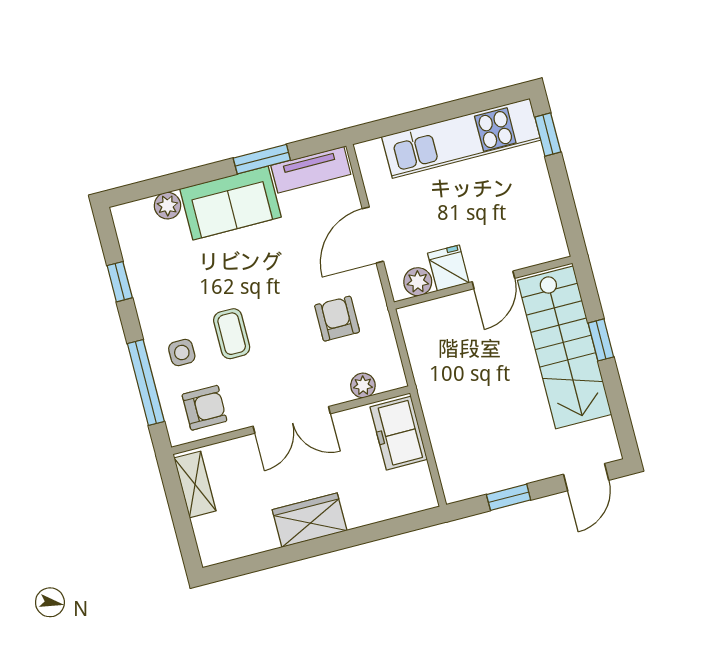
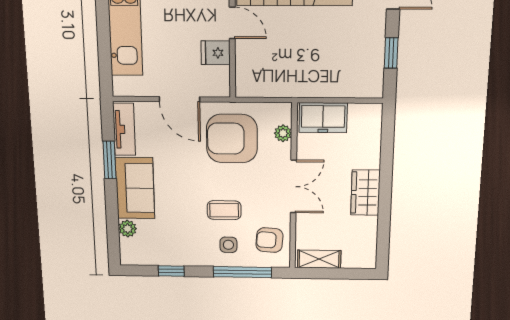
plant: (418, 282) -> (220, 77), removed
armchair: (337, 319) -> (232, 139), width x1.88, depth x1.88
armchair: (204, 408) -> (269, 240), turned -86

